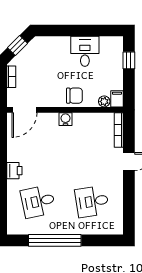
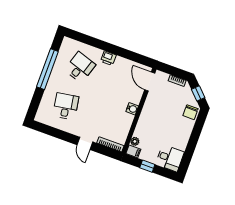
desk: (85, 51) -> (170, 158), moved
window: (129, 60) -> (147, 166), moved
chair: (74, 96) -> (190, 112), moved
desk: (38, 201) -> (80, 67), turned 30

